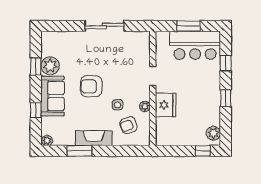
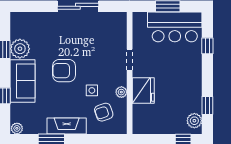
window: (226, 98) -> (207, 105), moved

